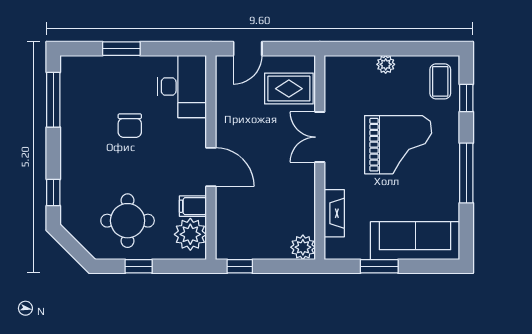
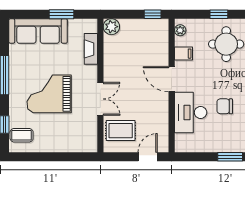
plant: (386, 64) -> (57, 146), removed
coffee table: (440, 81) -> (22, 135), turned 90
desk: (182, 86) -> (191, 112), moved
chair: (130, 126) -> (225, 106), turned -90
plant: (190, 234) -> (180, 30), width x0.53, depth x0.53

